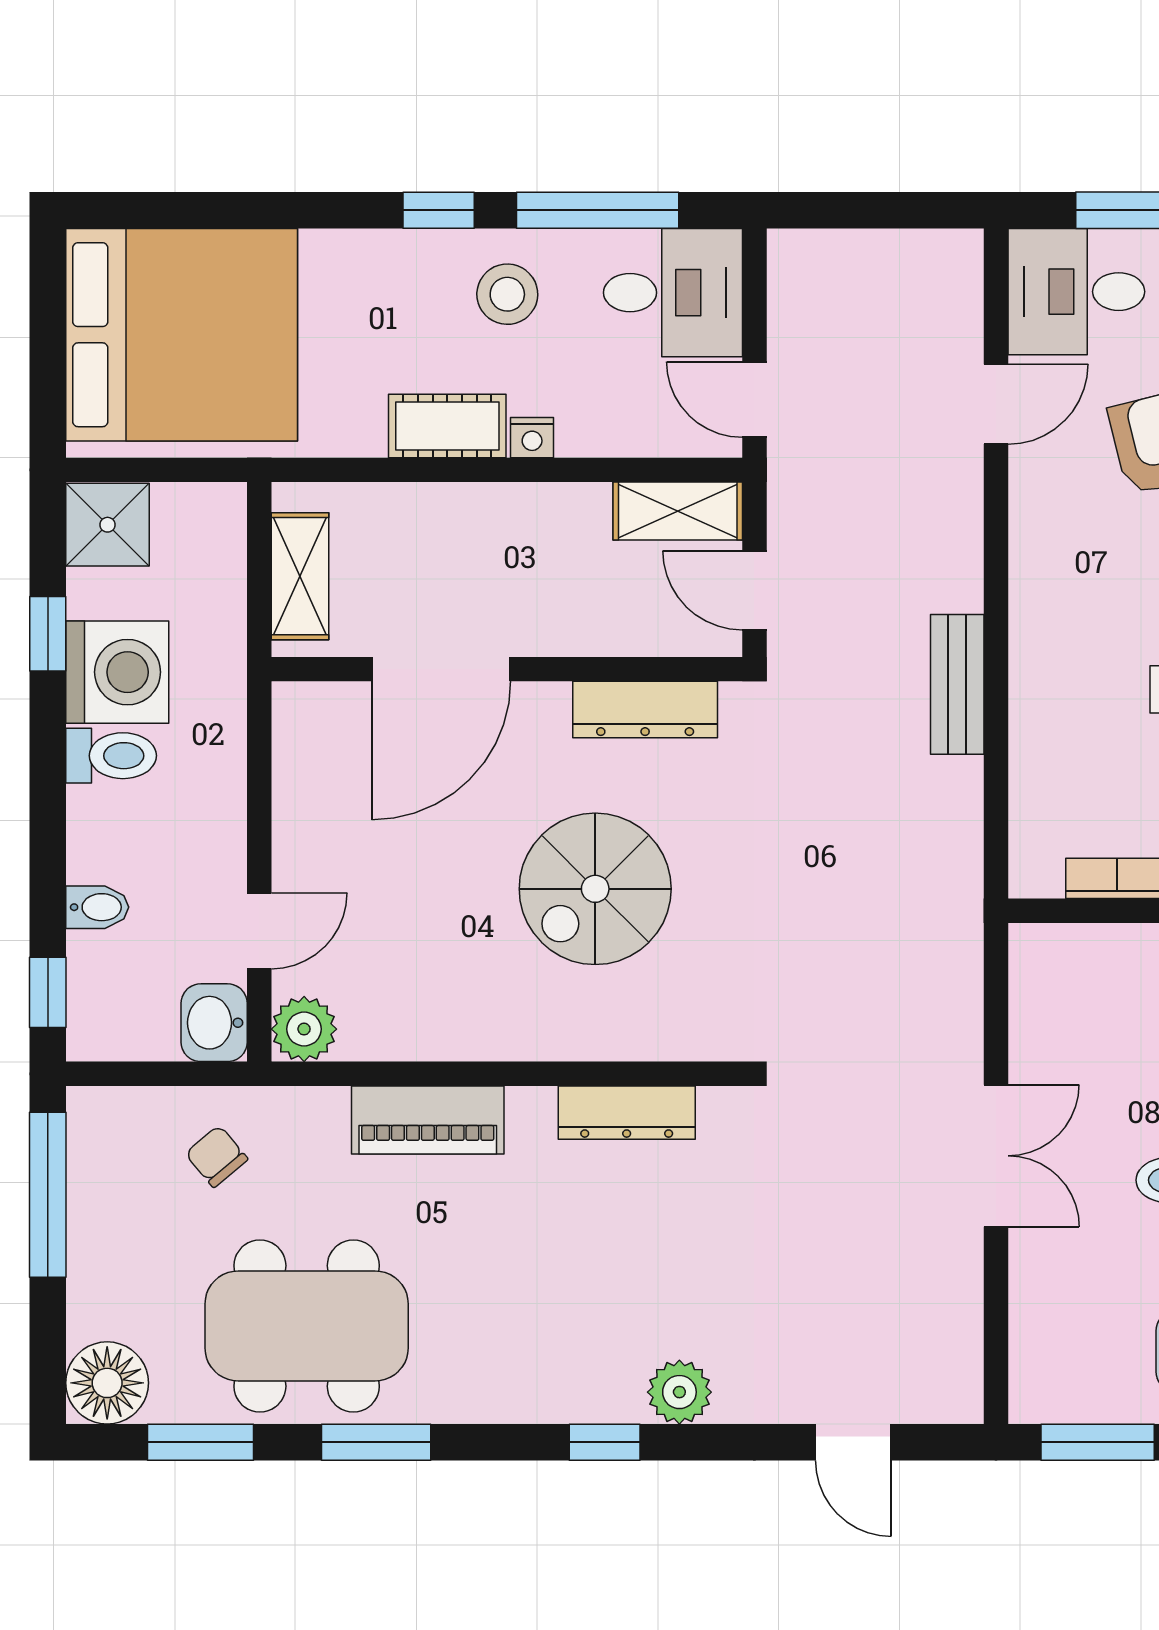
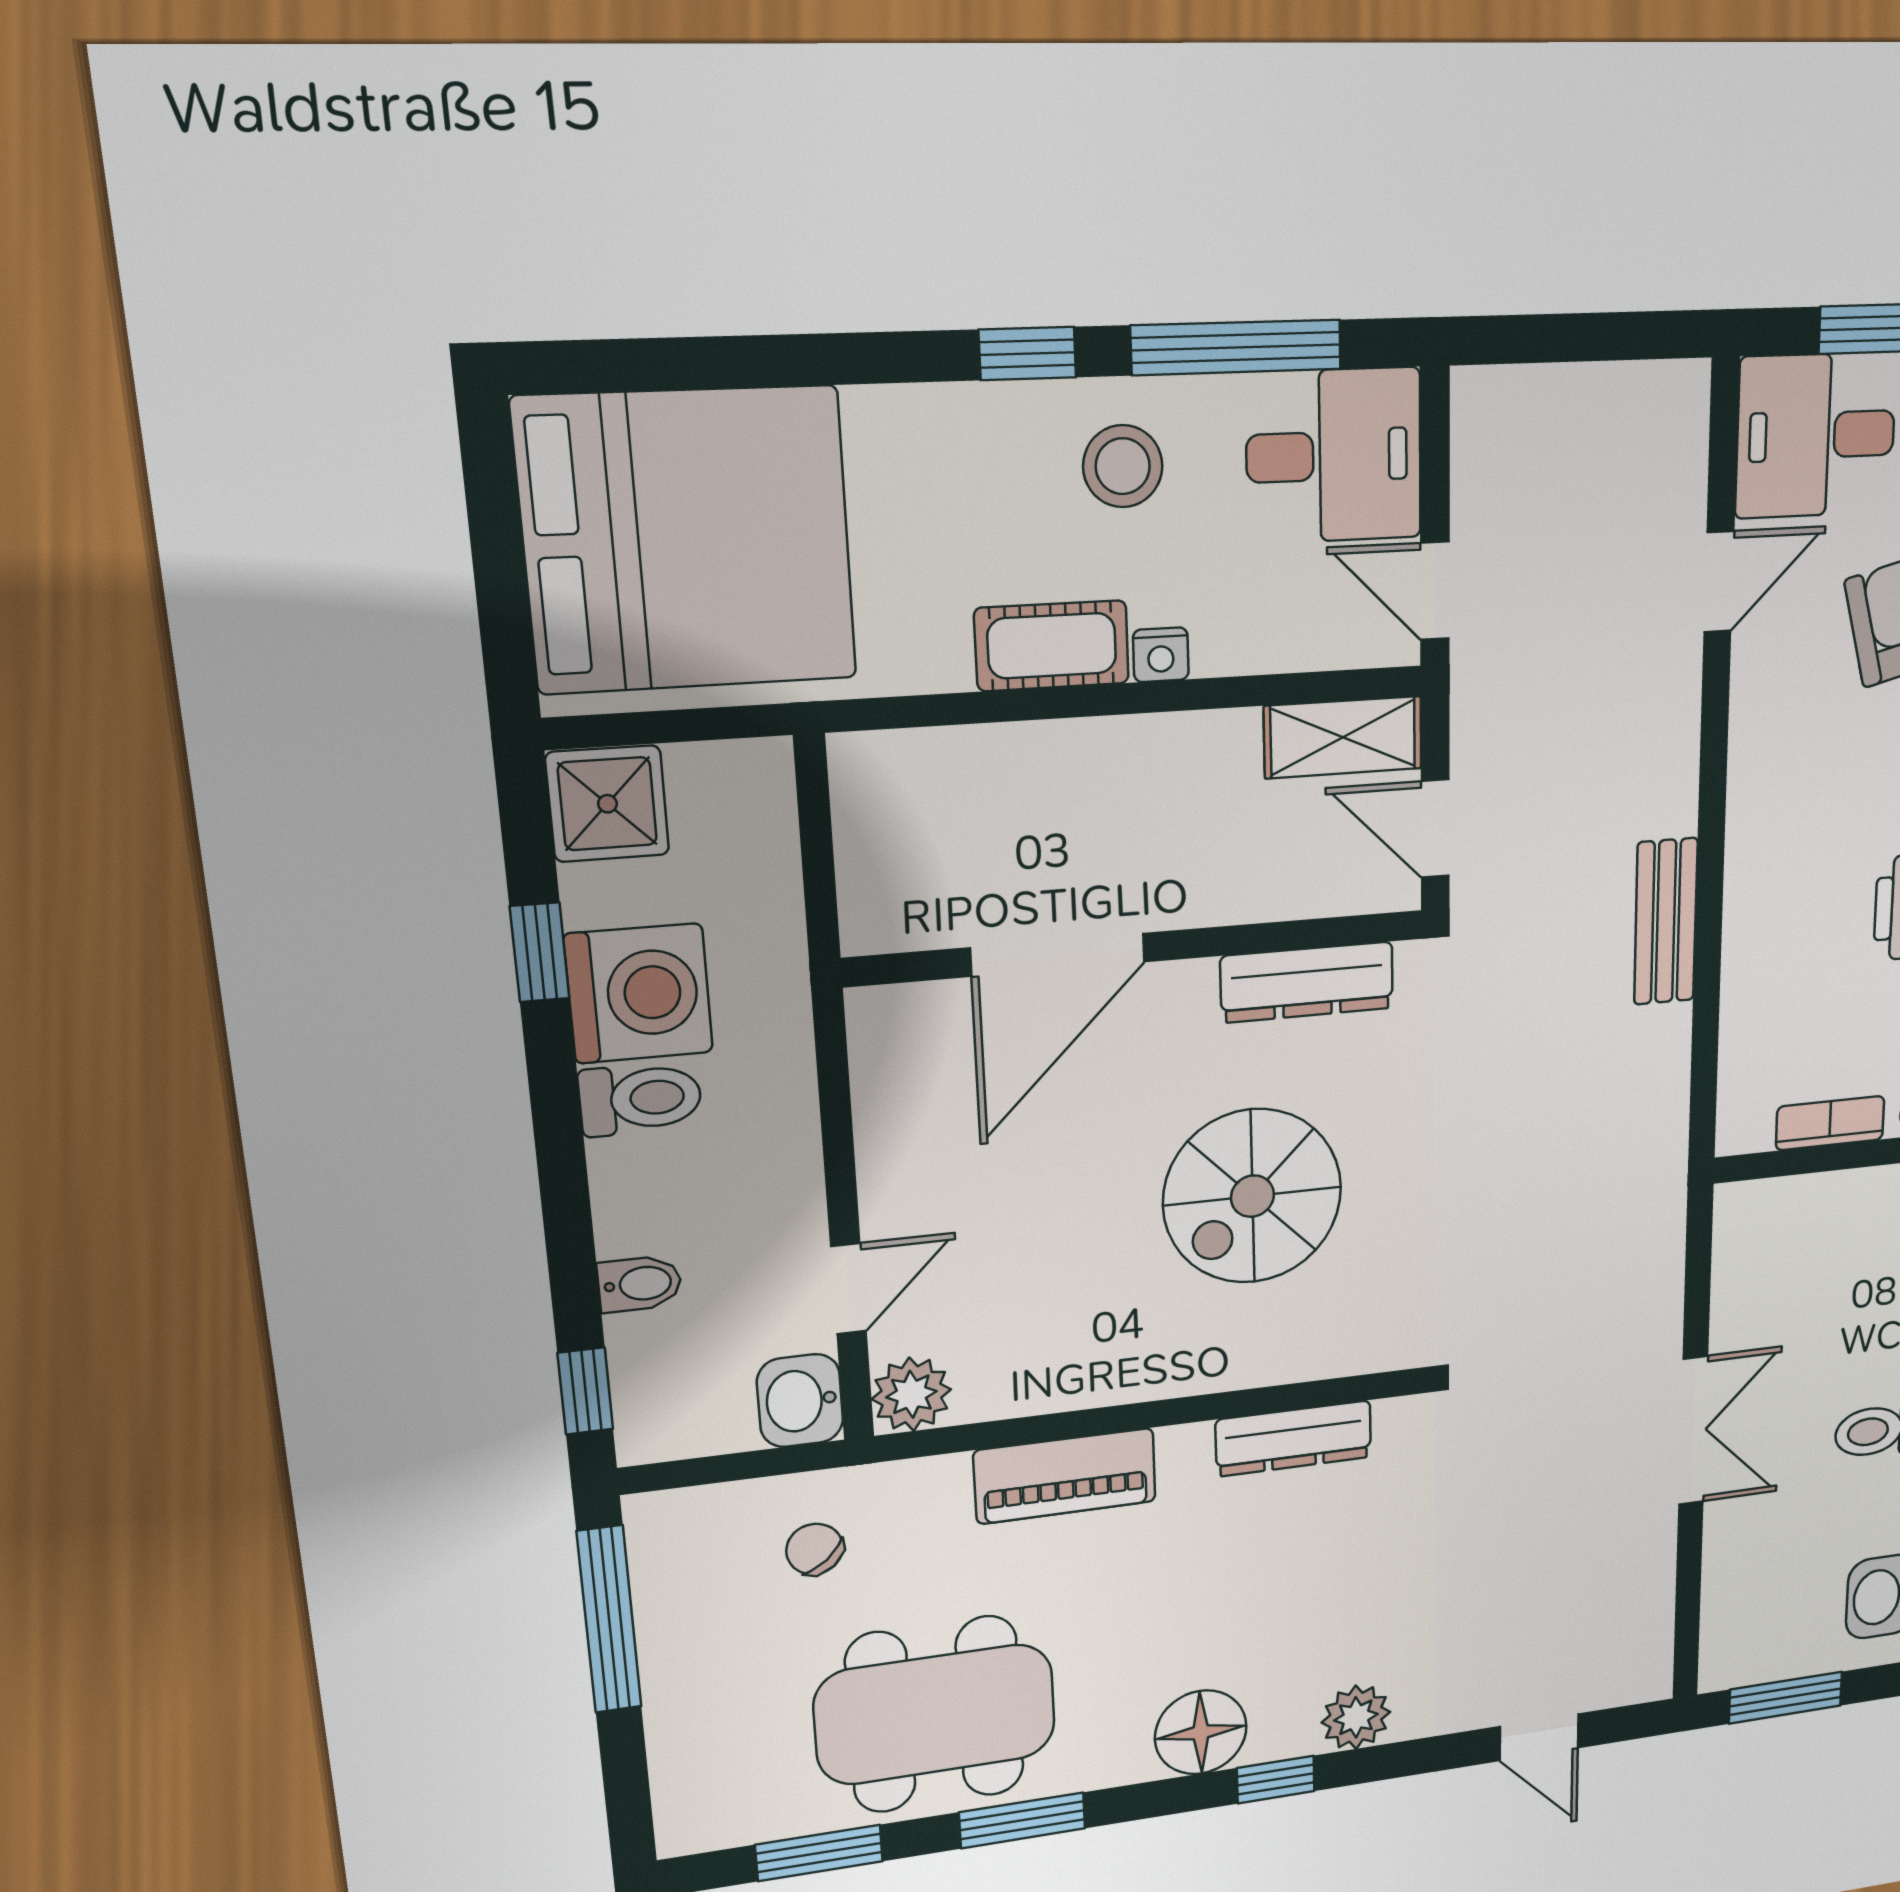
shelving: (300, 576) -> (871, 853), removed
floor lamp: (107, 1383) -> (1201, 1732), moved

